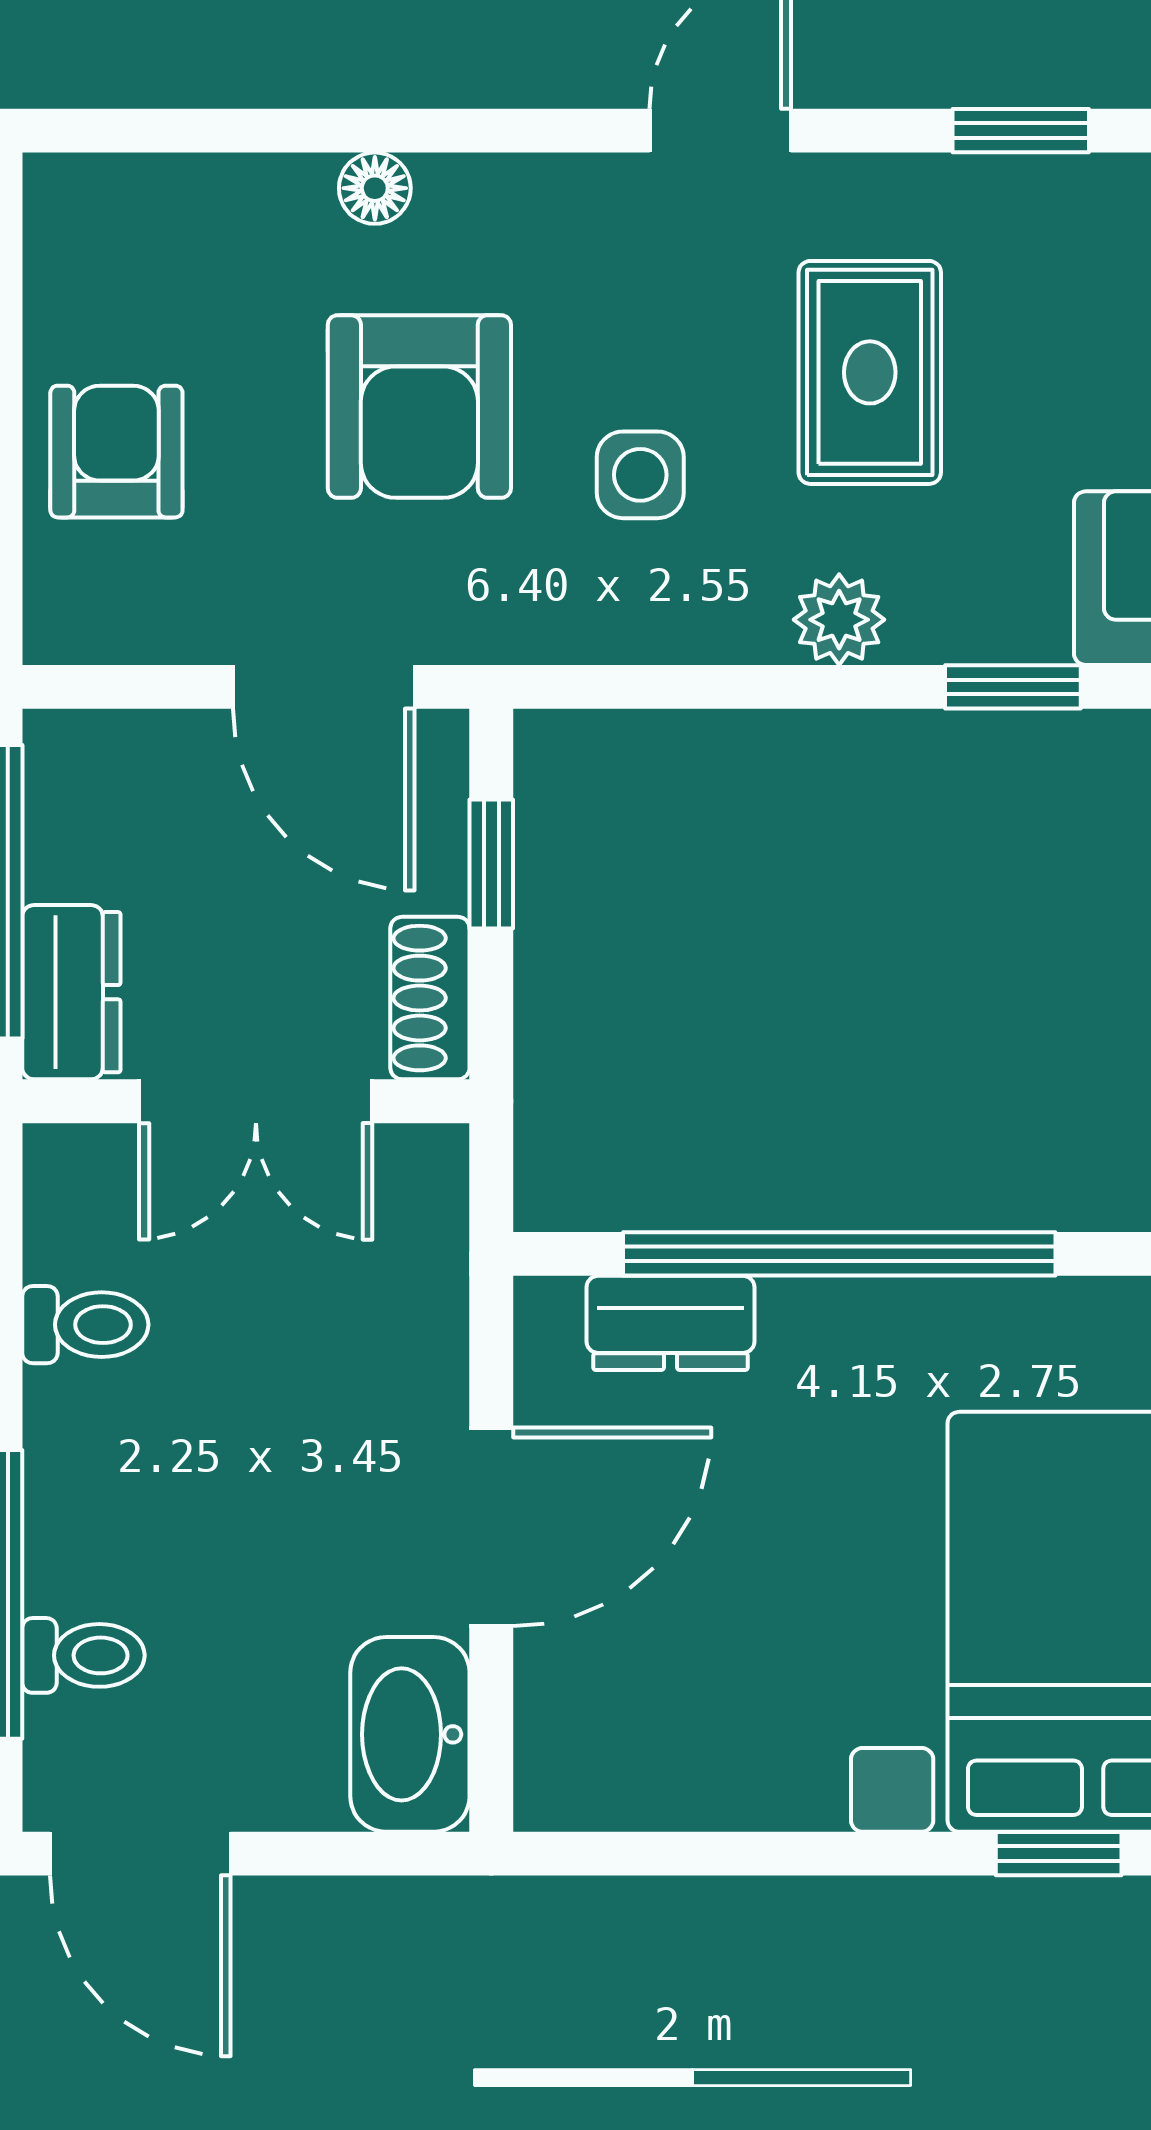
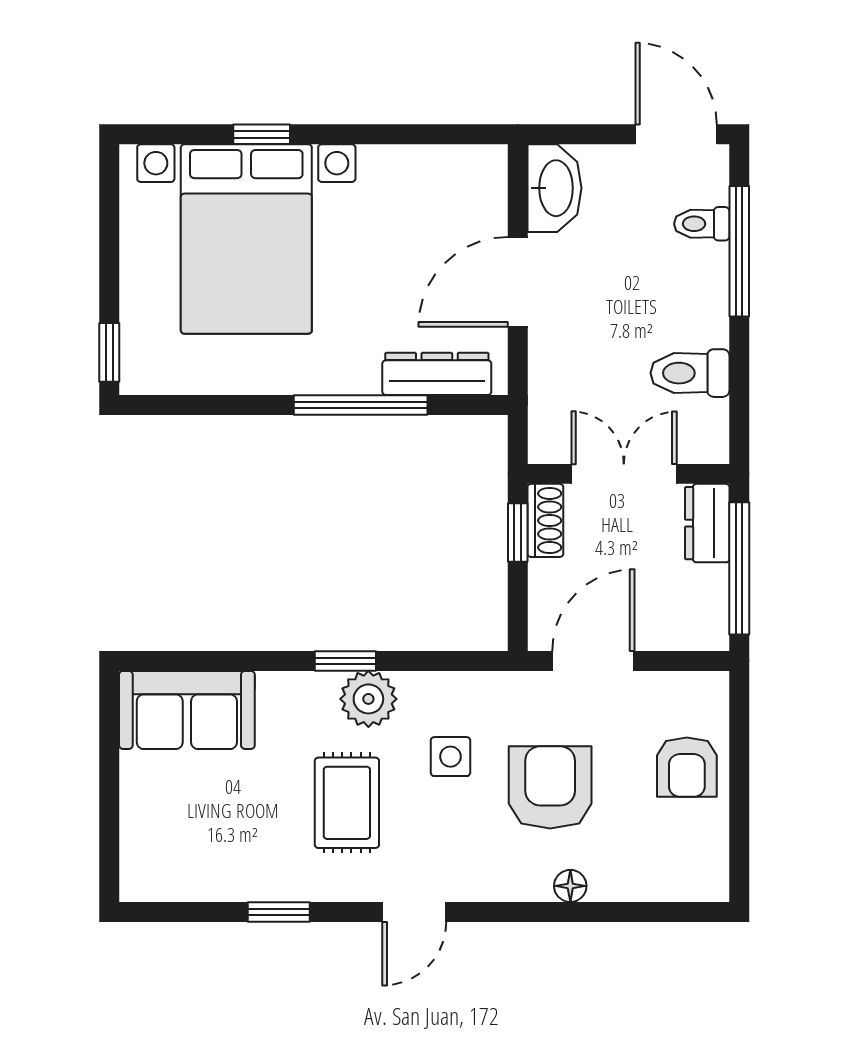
plant: (839, 620) -> (368, 699), width x1.38, depth x1.38
door: (324, 687) -> (593, 661), hinge flipped
window: (1013, 687) -> (345, 661), moved
window: (491, 864) -> (518, 533), moved
window: (839, 1254) -> (361, 405), width x0.68
dresser: (670, 1323) -> (437, 374), width x1.44
toilet: (85, 1325) -> (690, 373), width x1.37, depth x1.39

